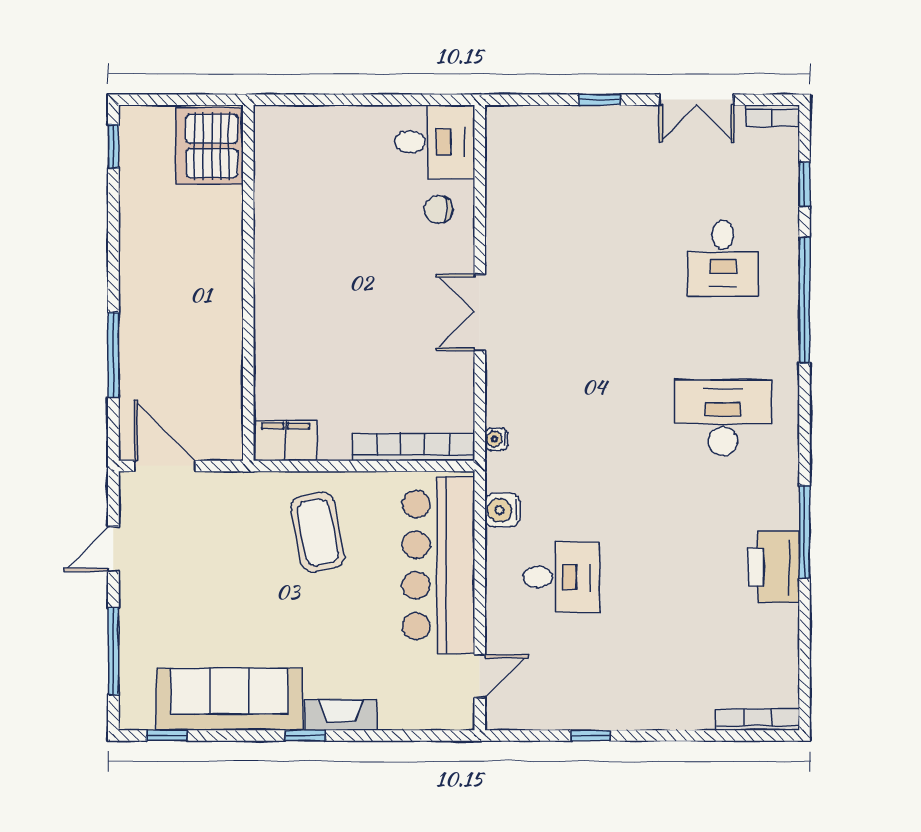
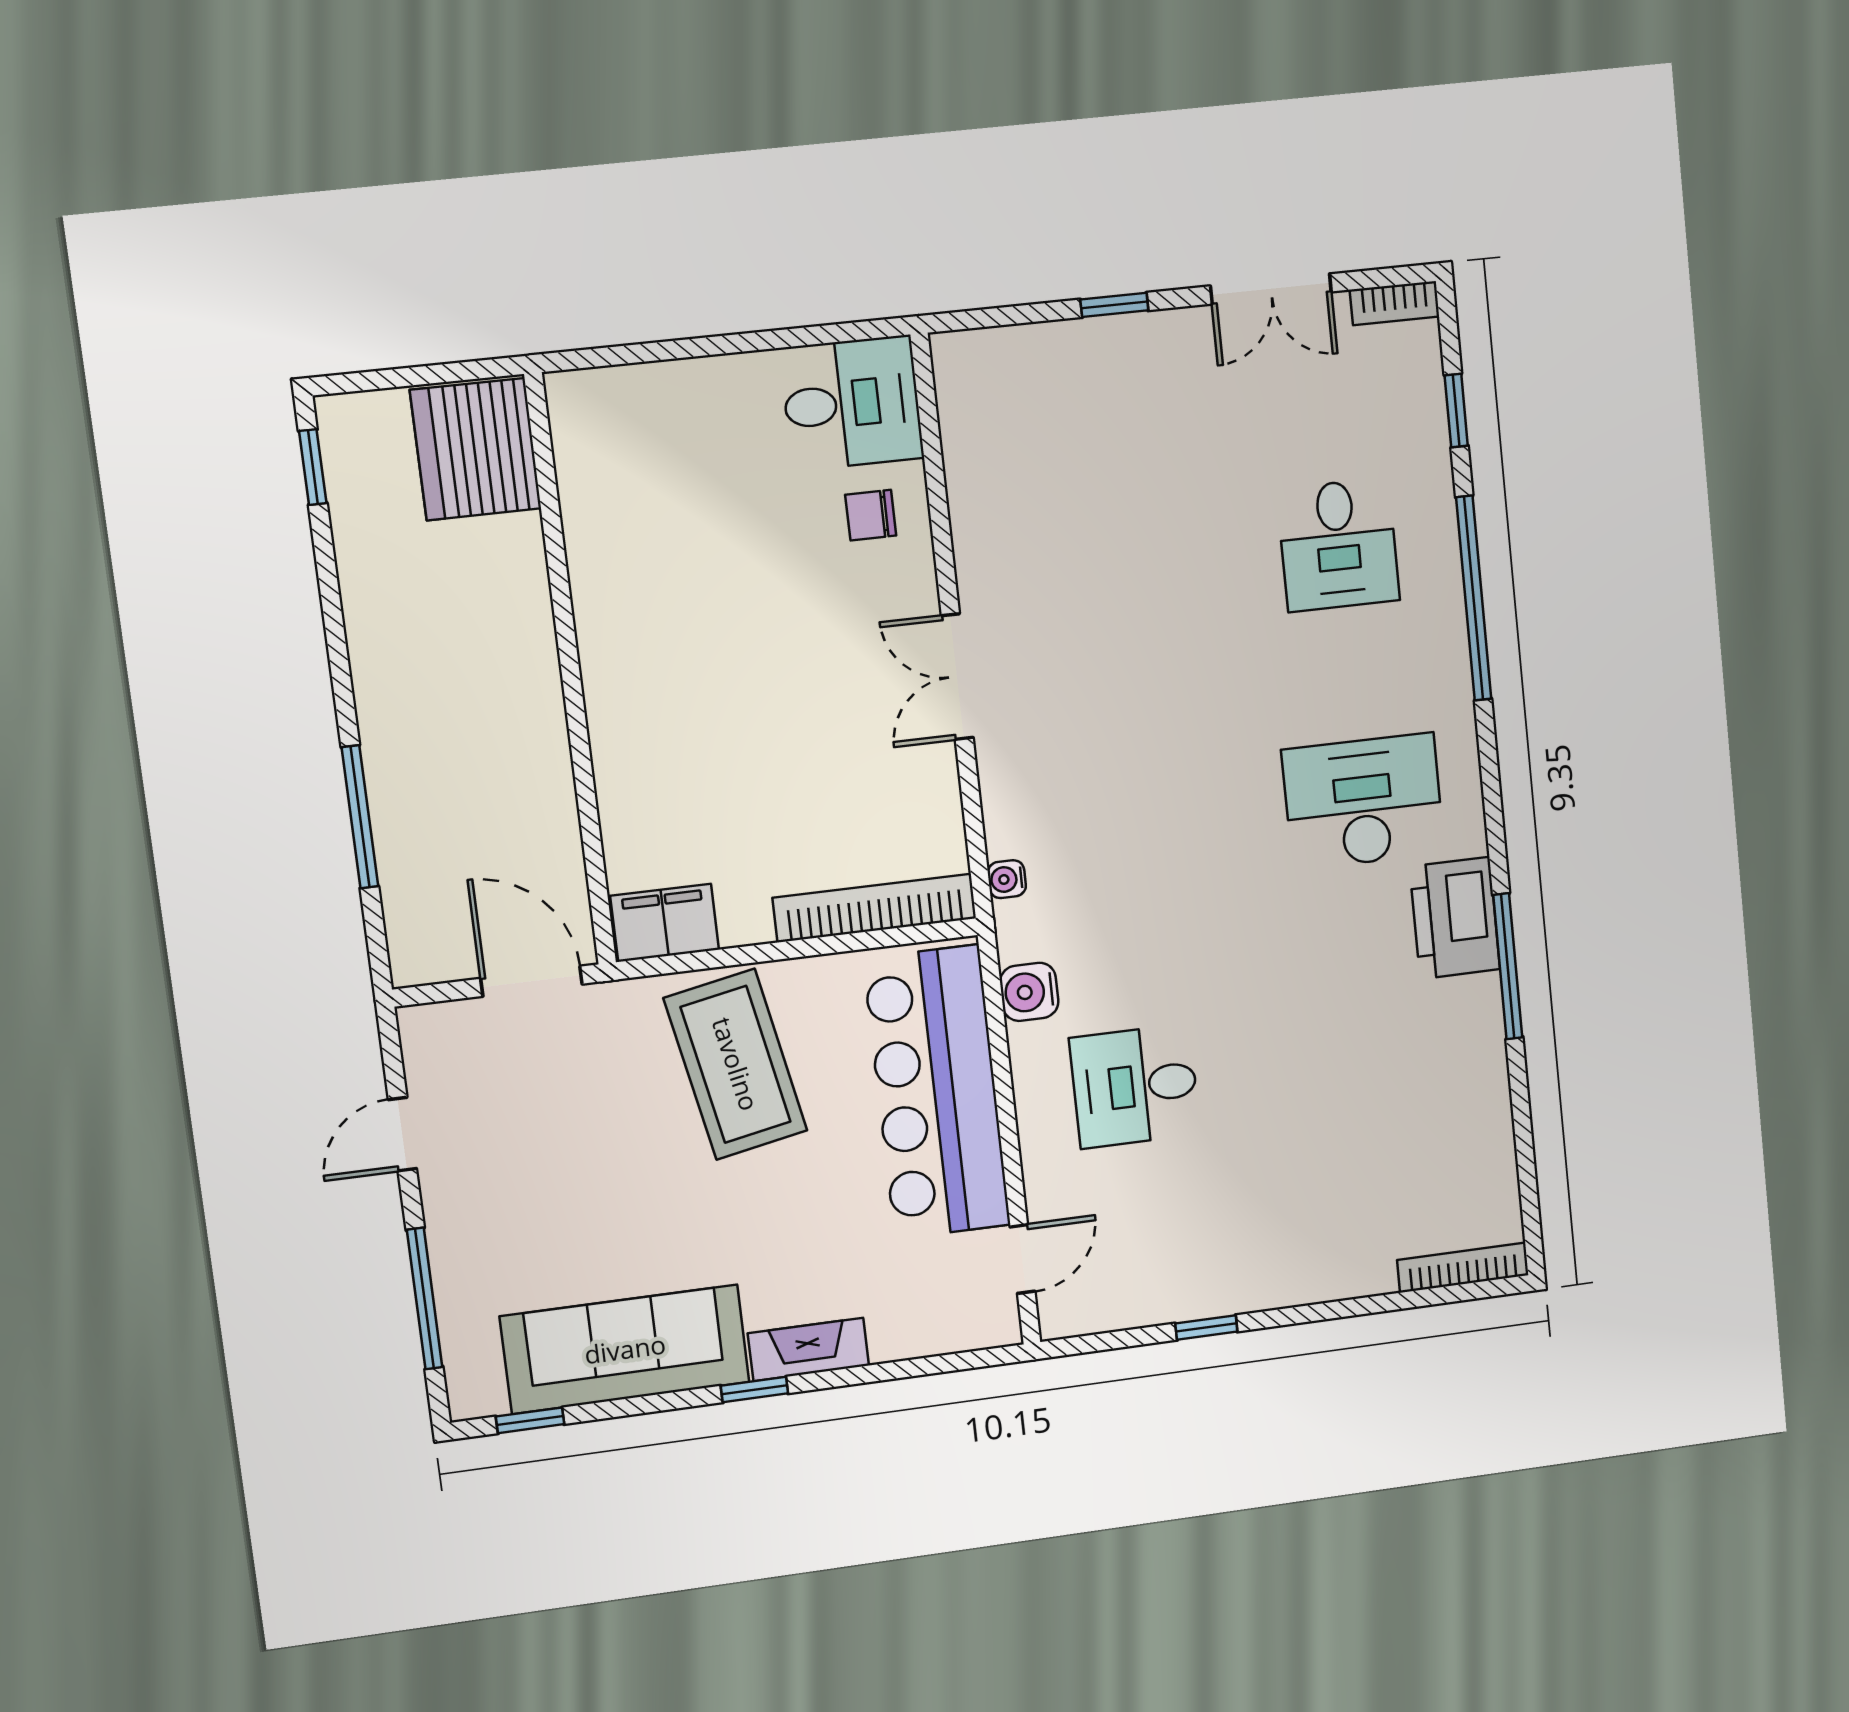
door: (165, 466) -> (531, 981), moved
coffee table: (318, 532) -> (736, 1064), width x1.36, depth x1.32
printer: (774, 567) -> (1455, 918), moved
desk: (561, 577) -> (1135, 1086), turned 180

